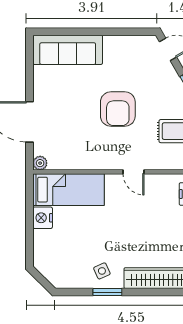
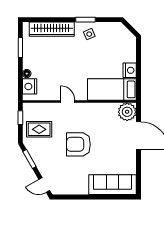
armchair: (118, 109) -> (78, 144), turned -90
plant: (40, 163) -> (127, 112), width x1.87, depth x1.87

